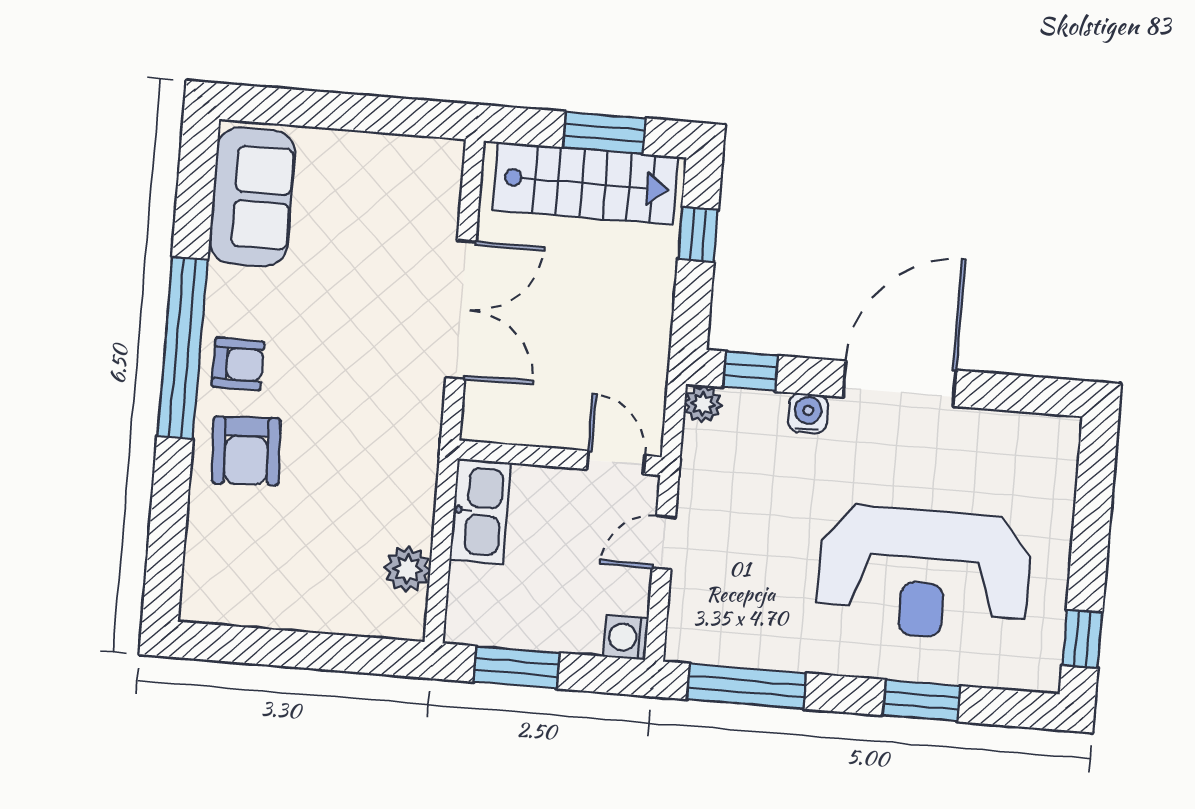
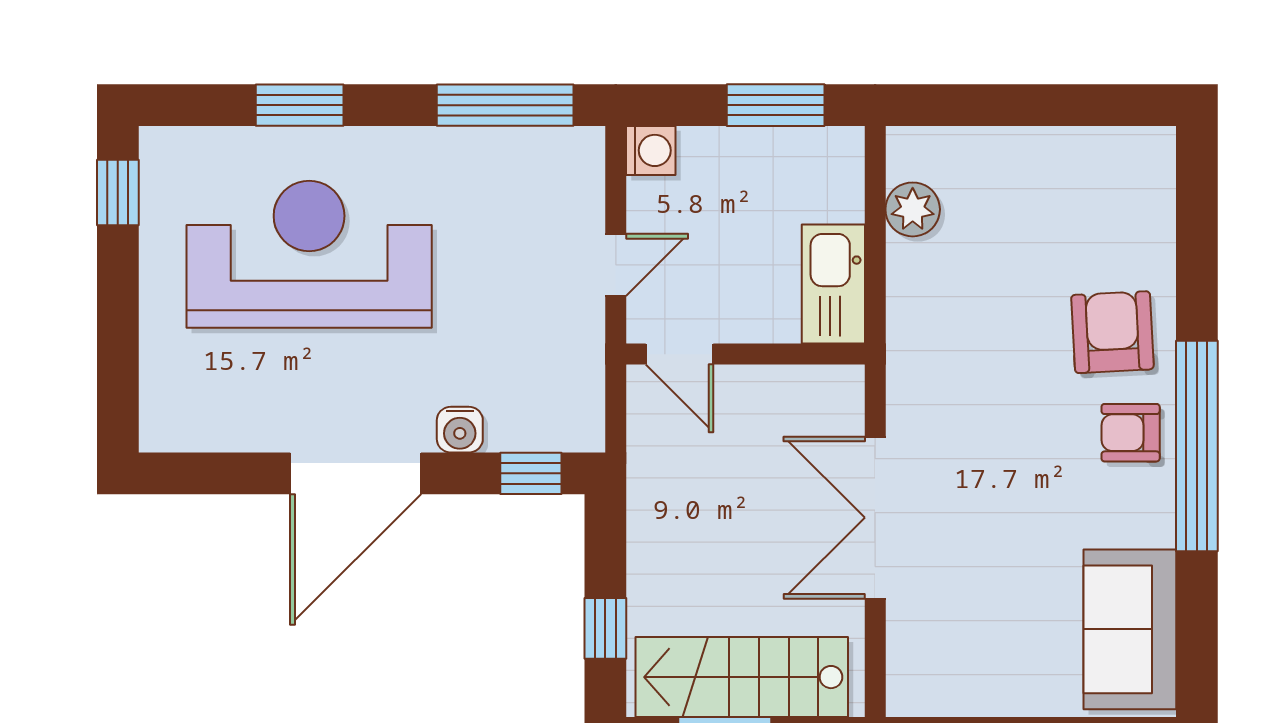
plant: (703, 404) -> (583, 430), removed

